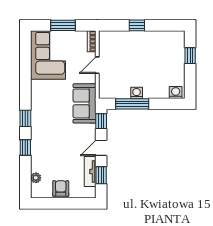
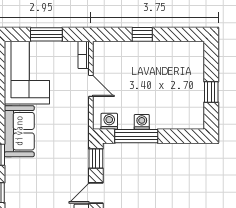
window: (190, 56) -> (211, 92), moved
door: (97, 65) -> (91, 86), swing flipped
washing machine: (176, 93) -> (109, 121), moved
sofa: (85, 103) -> (19, 131), moved, turned 180

